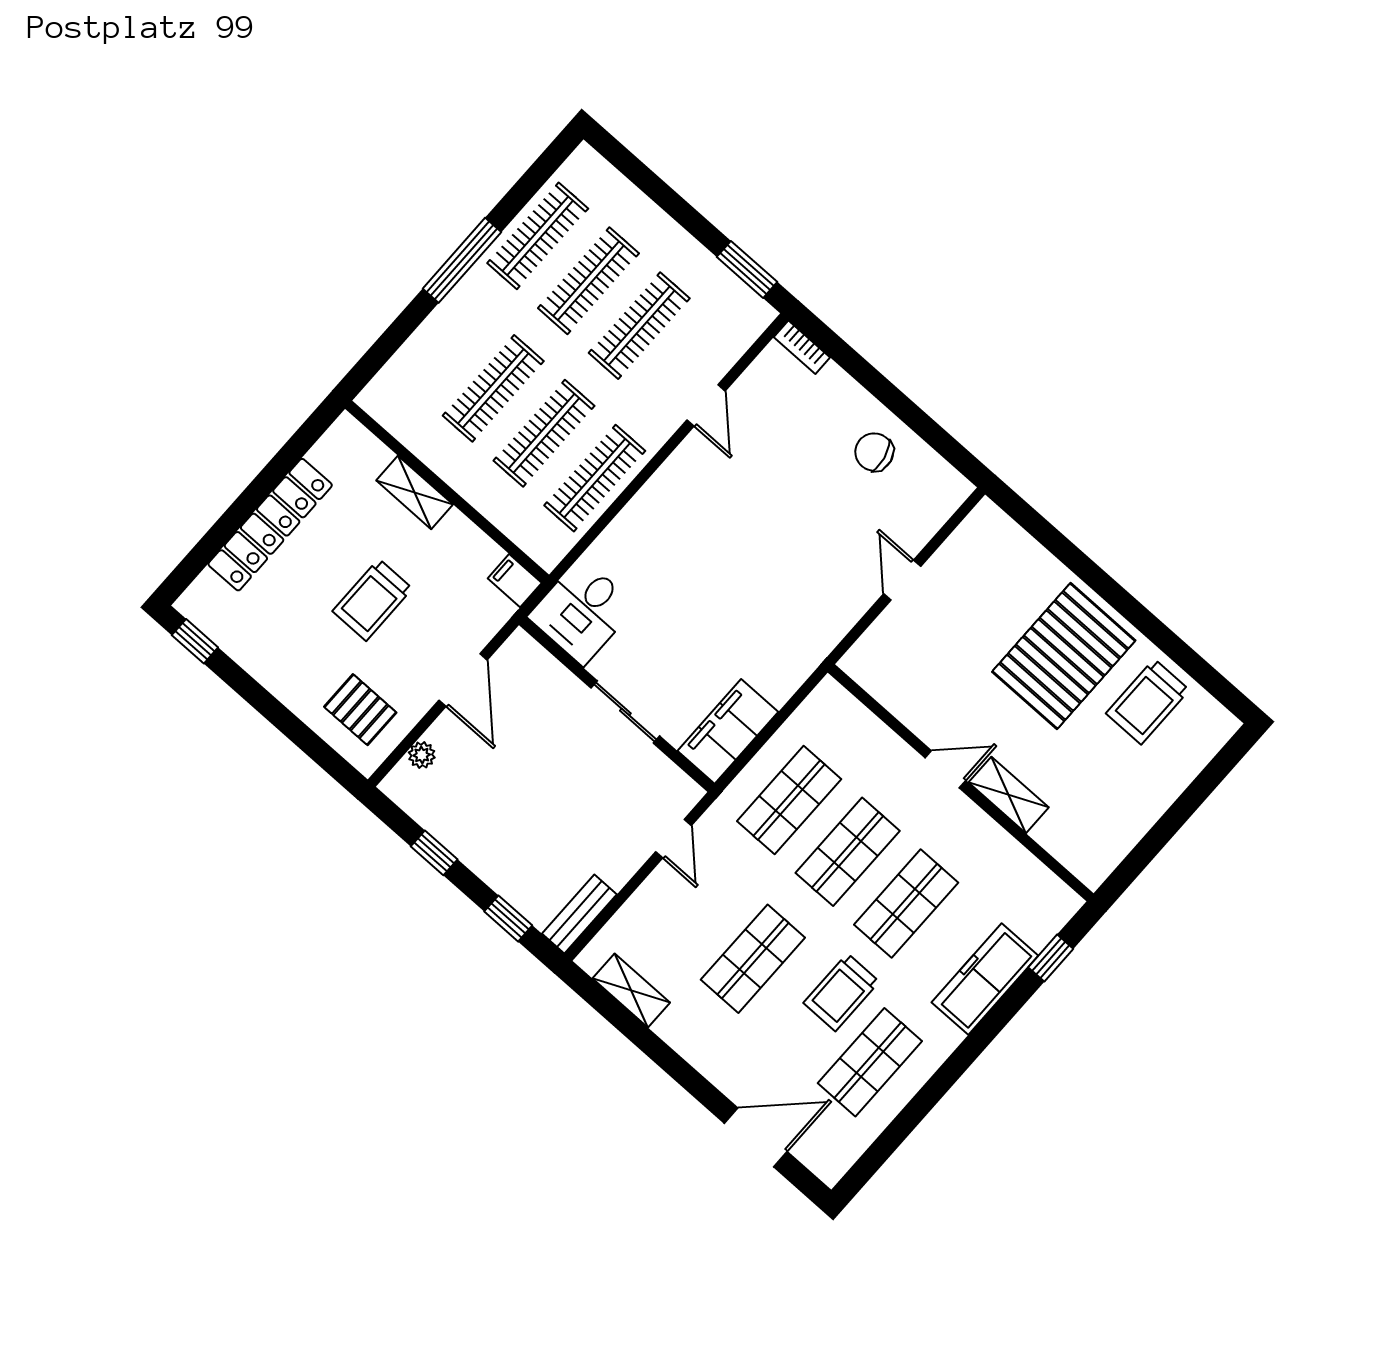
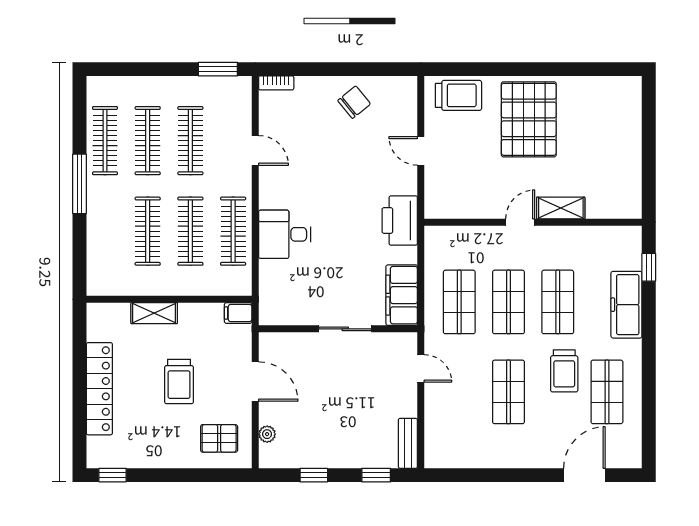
chair: (874, 452) -> (354, 102), turned 153
desk: (582, 611) -> (285, 234), moved, turned 90
printer: (804, 641) -> (400, 221), added
trolley: (1148, 702) -> (458, 95), moved, turned -90
shelving: (631, 991) -> (464, 458), removed

